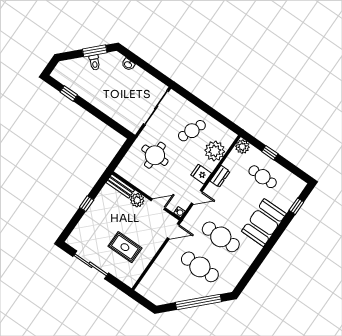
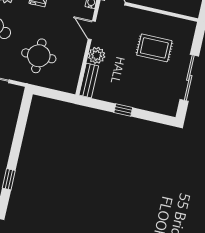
rug: (125, 247) -> (154, 48), turned 90

